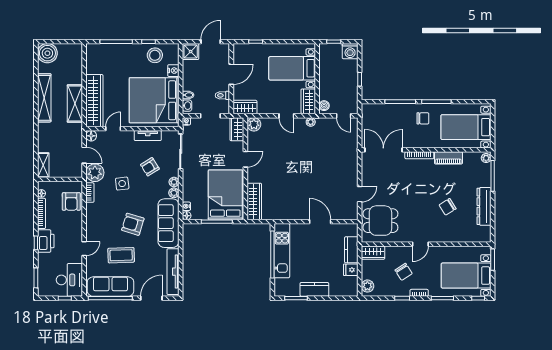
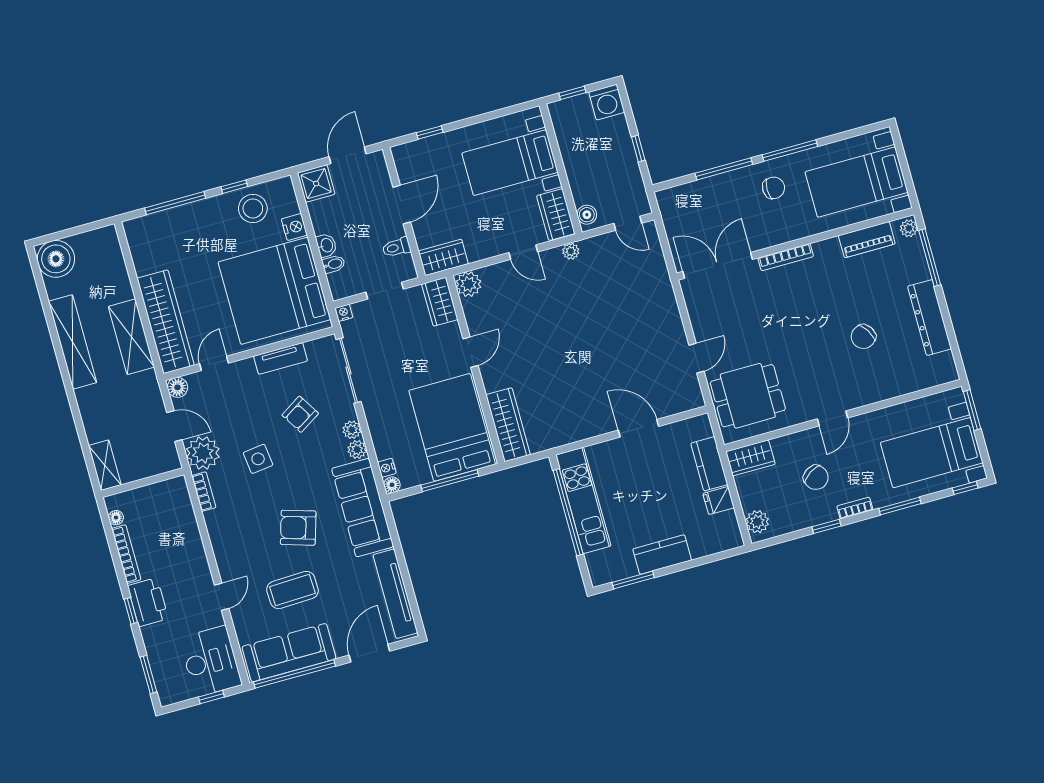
washbasin: (187, 106) -> (326, 245), moved
piano: (448, 158) -> (867, 240), moved
armchair: (71, 201) -> (174, 517), removed

